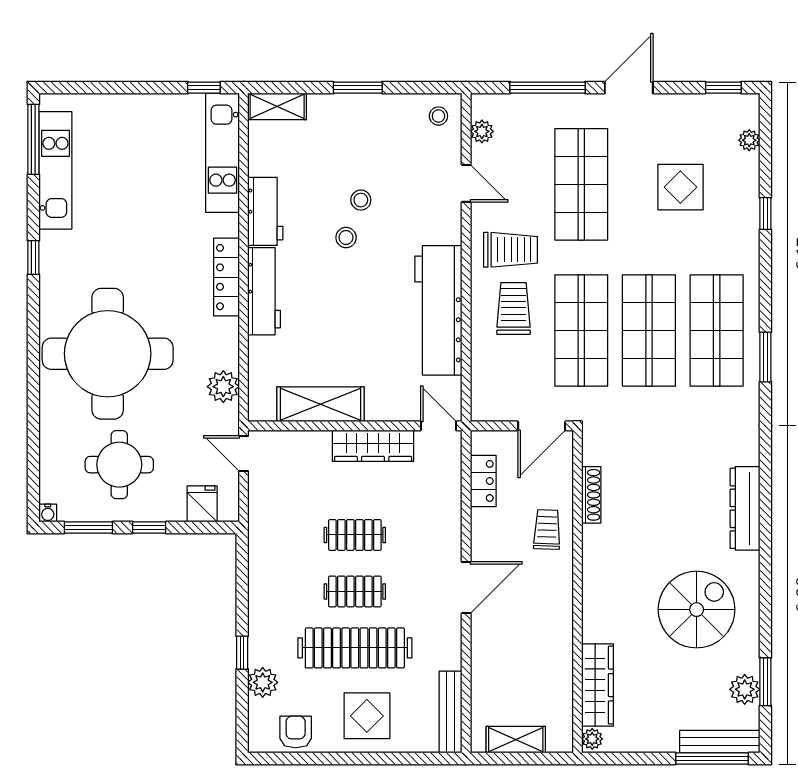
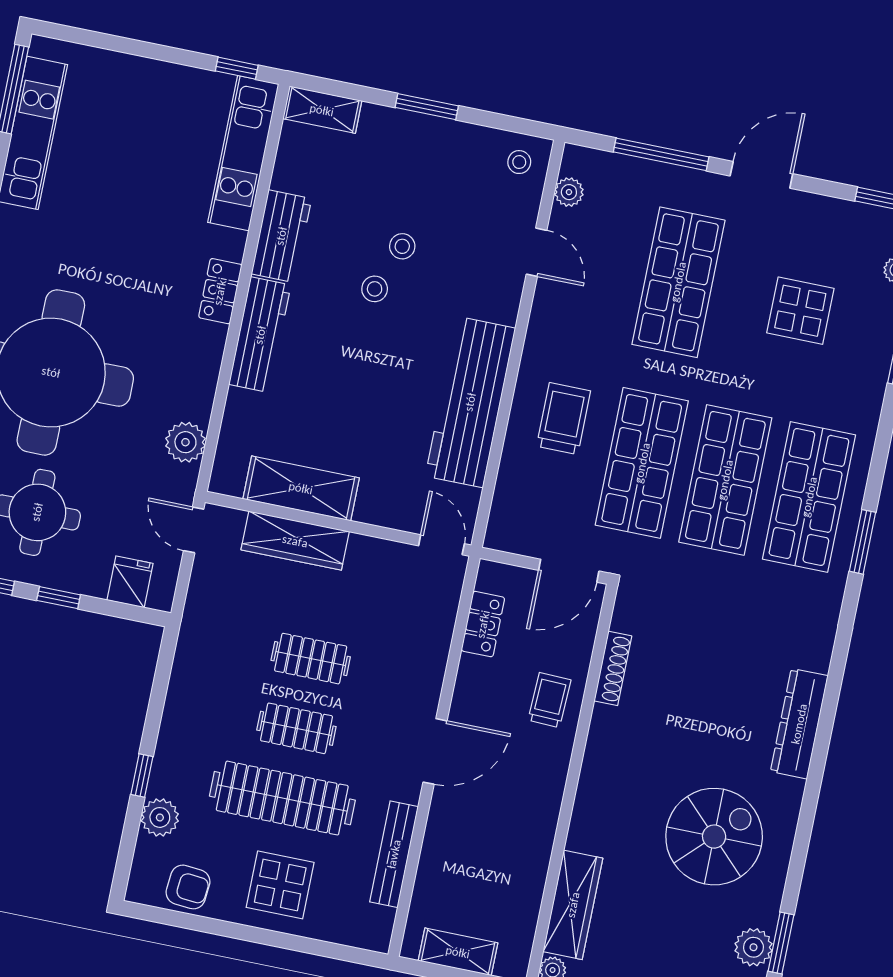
trolley: (511, 250) -> (575, 345), removed
locker: (226, 277) -> (220, 291), width x0.66
wardrobe: (373, 446) -> (295, 541), moved
bench: (451, 712) -> (394, 854), moved
armchair: (296, 732) -> (188, 887), turned 95

